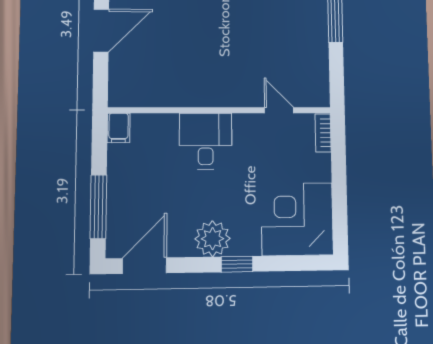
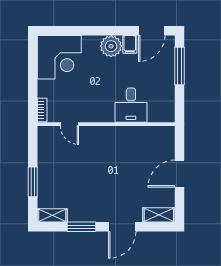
filing cabinet: (119, 128) -> (130, 44), moved, turned 180
desk: (206, 141) -> (131, 105), moved
window: (237, 264) -> (96, 31), removed

